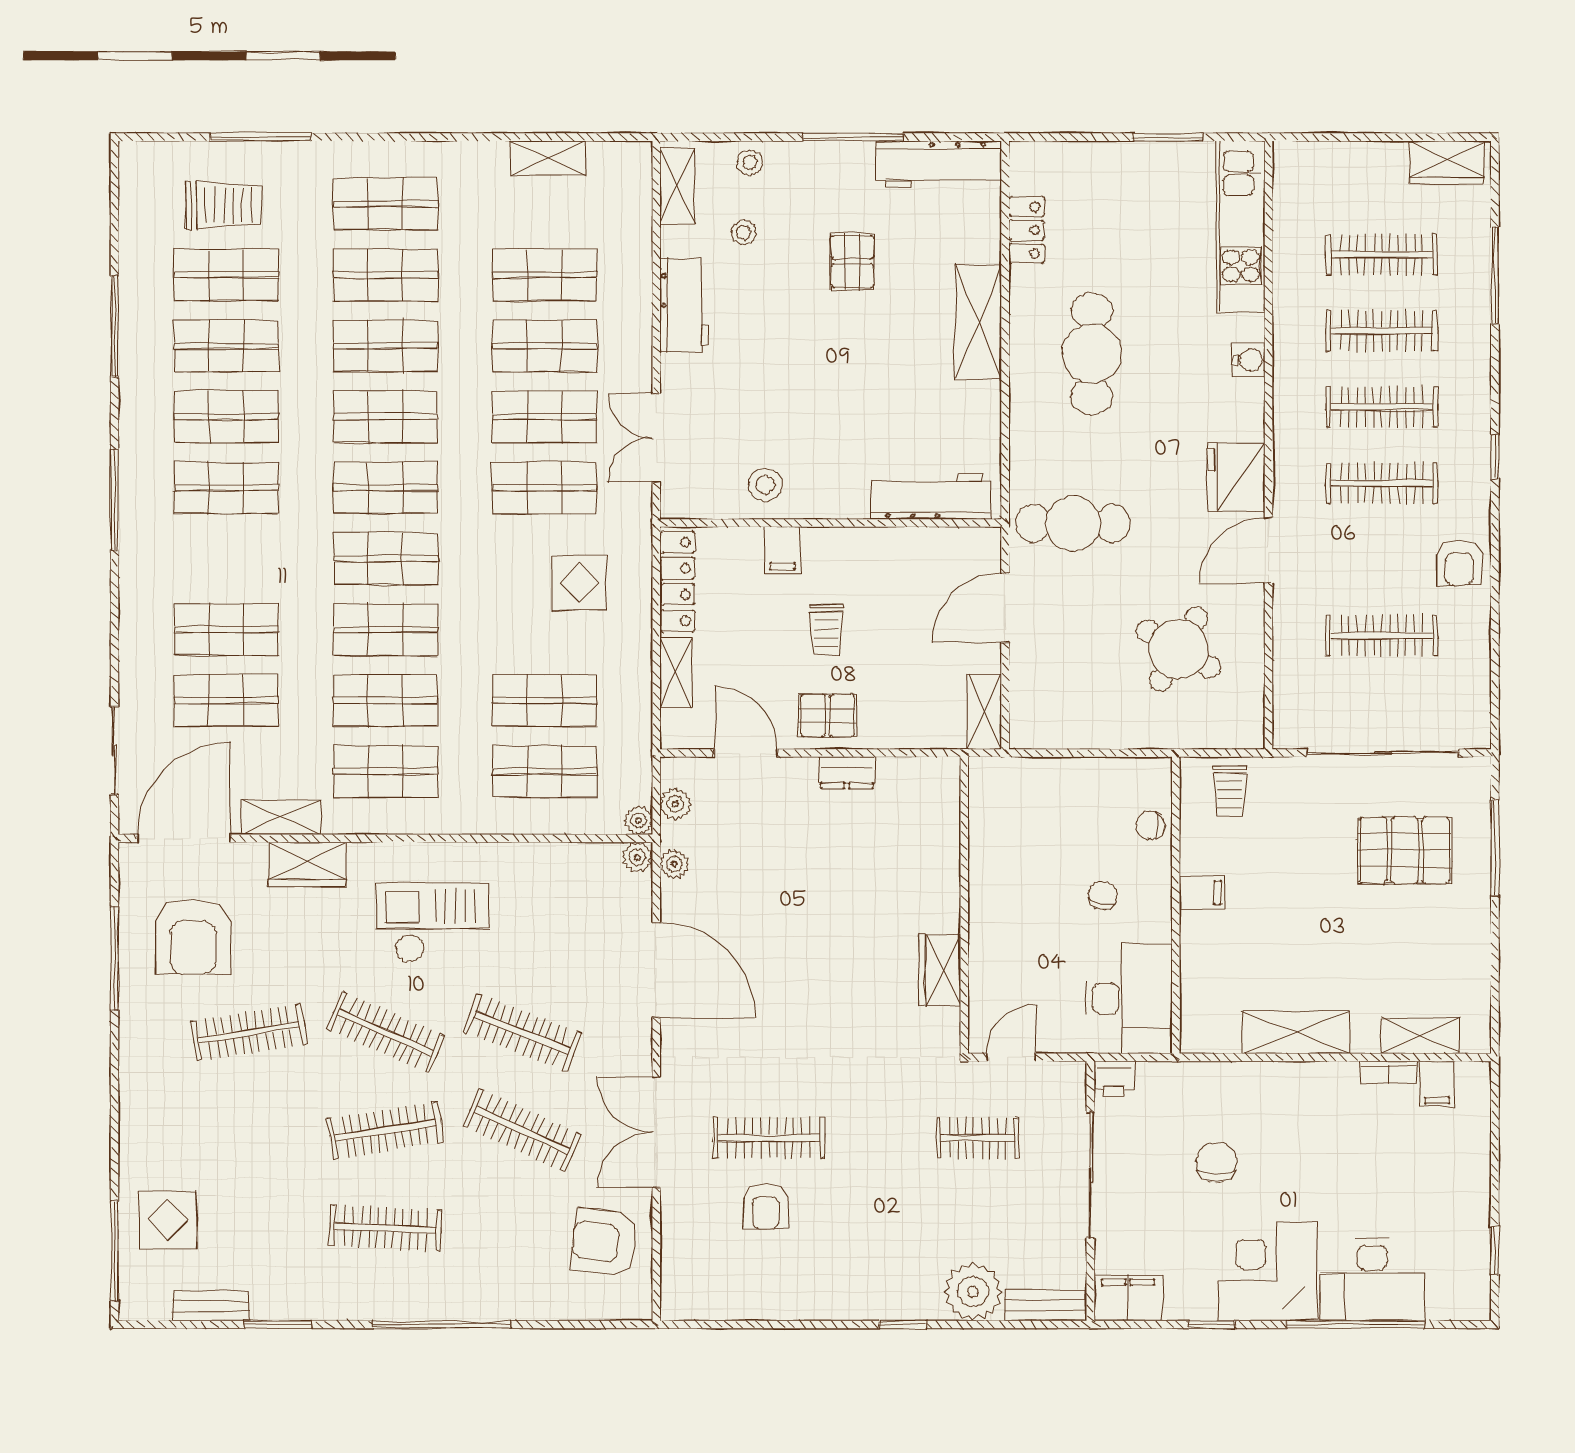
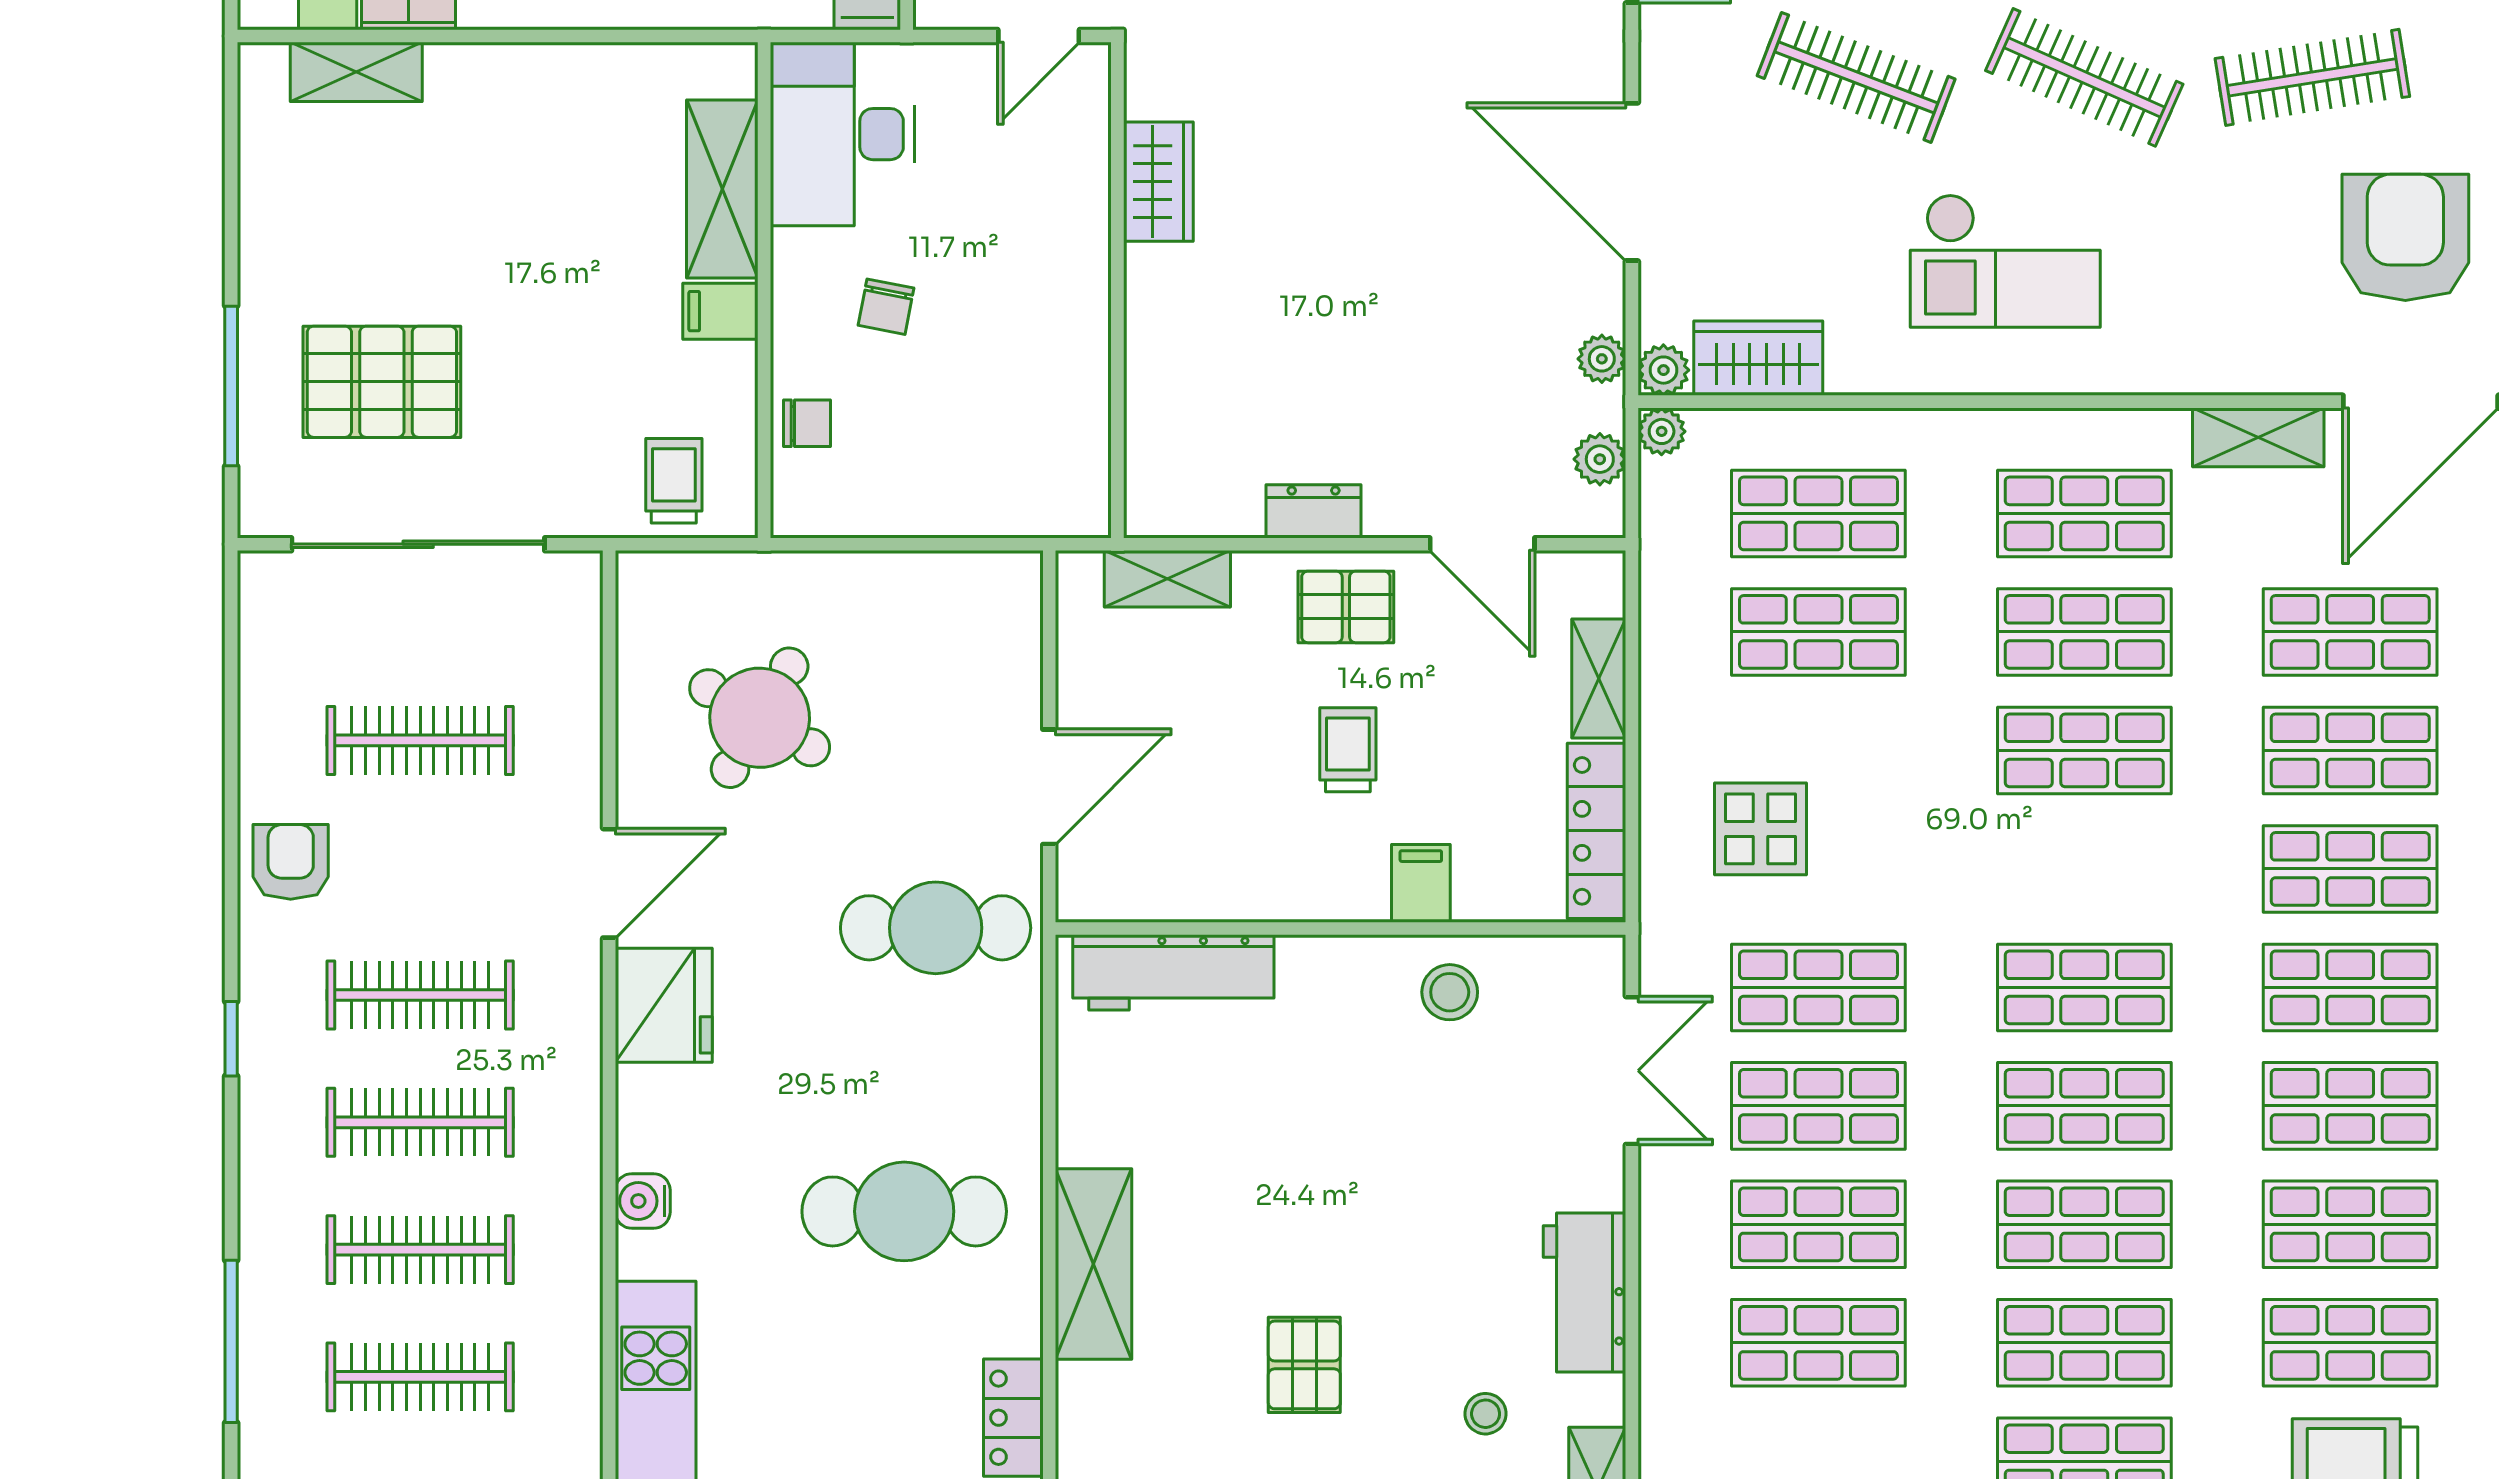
cafe table: (1092, 354) -> (904, 1211), turned 90
shop shelf: (385, 559) -> (2350, 869), moved
shelving: (984, 712) -> (1167, 579), moved, turned 90
wardrobe: (307, 864) -> (1758, 358), moved
shelving: (1296, 1032) -> (722, 189), moved, turned 90

